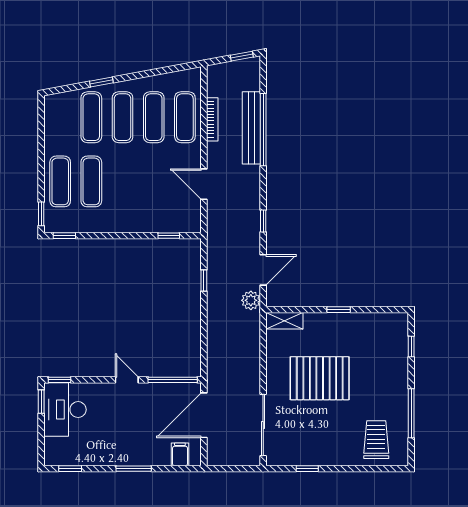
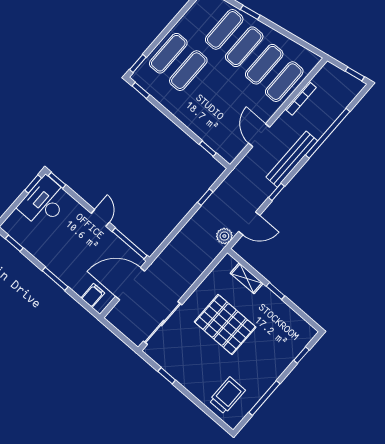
bench: (251, 128) -> (292, 159), moved
shelving: (284, 321) -> (247, 278), moved

